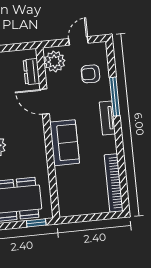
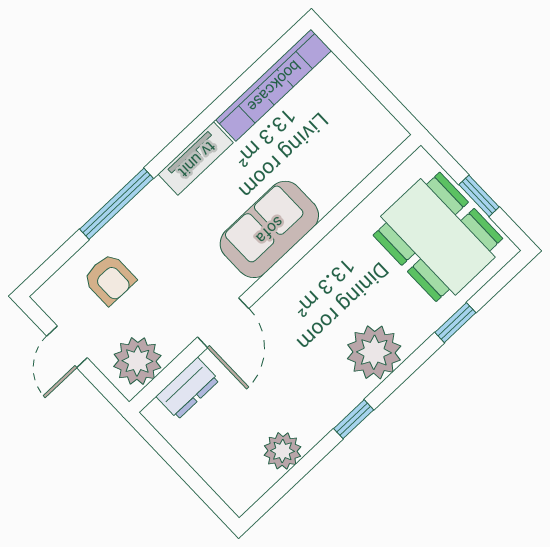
door: (78, 41) -> (67, 347), hinge flipped
tv unit: (107, 118) -> (196, 158), moved
window: (36, 223) -> (479, 196), moved

